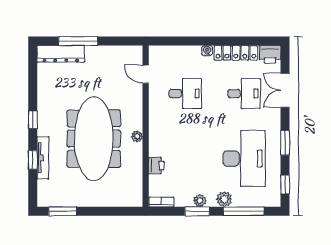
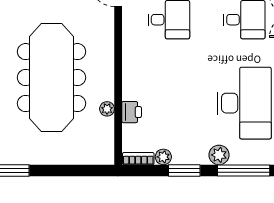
plant: (137, 136) -> (107, 109), moved
plant: (200, 201) -> (163, 157), moved

